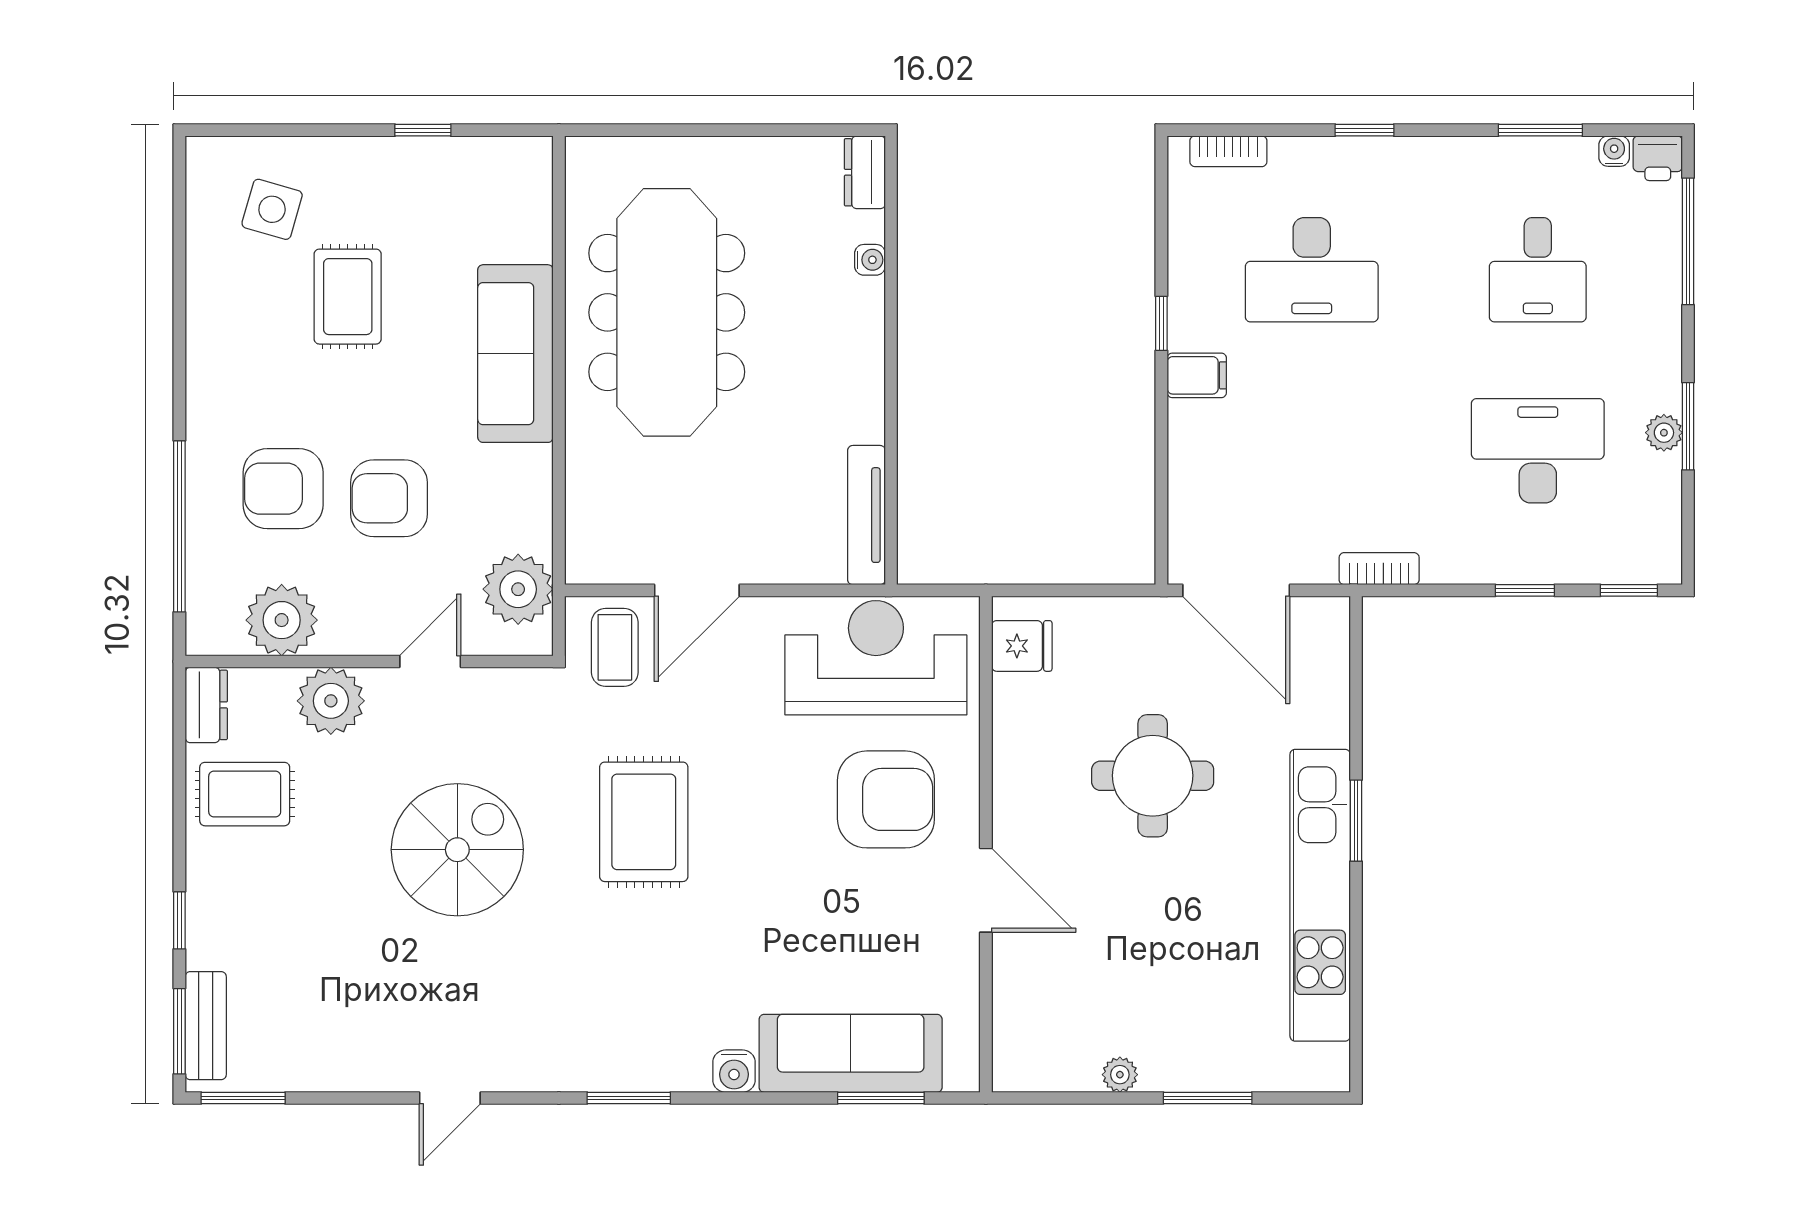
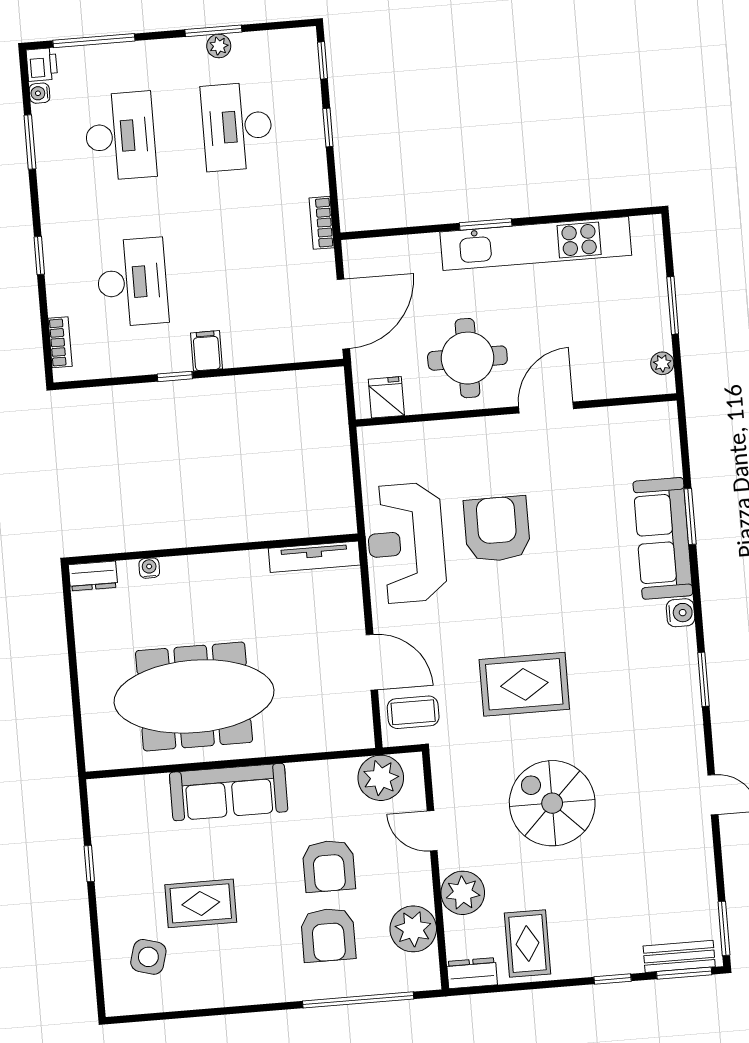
desk: (1538, 270) -> (120, 136), width x1.37
fridge: (1022, 646) -> (386, 397), moved
wall: (986, 844) -> (516, 410), moved
door: (986, 890) -> (546, 408), moved

